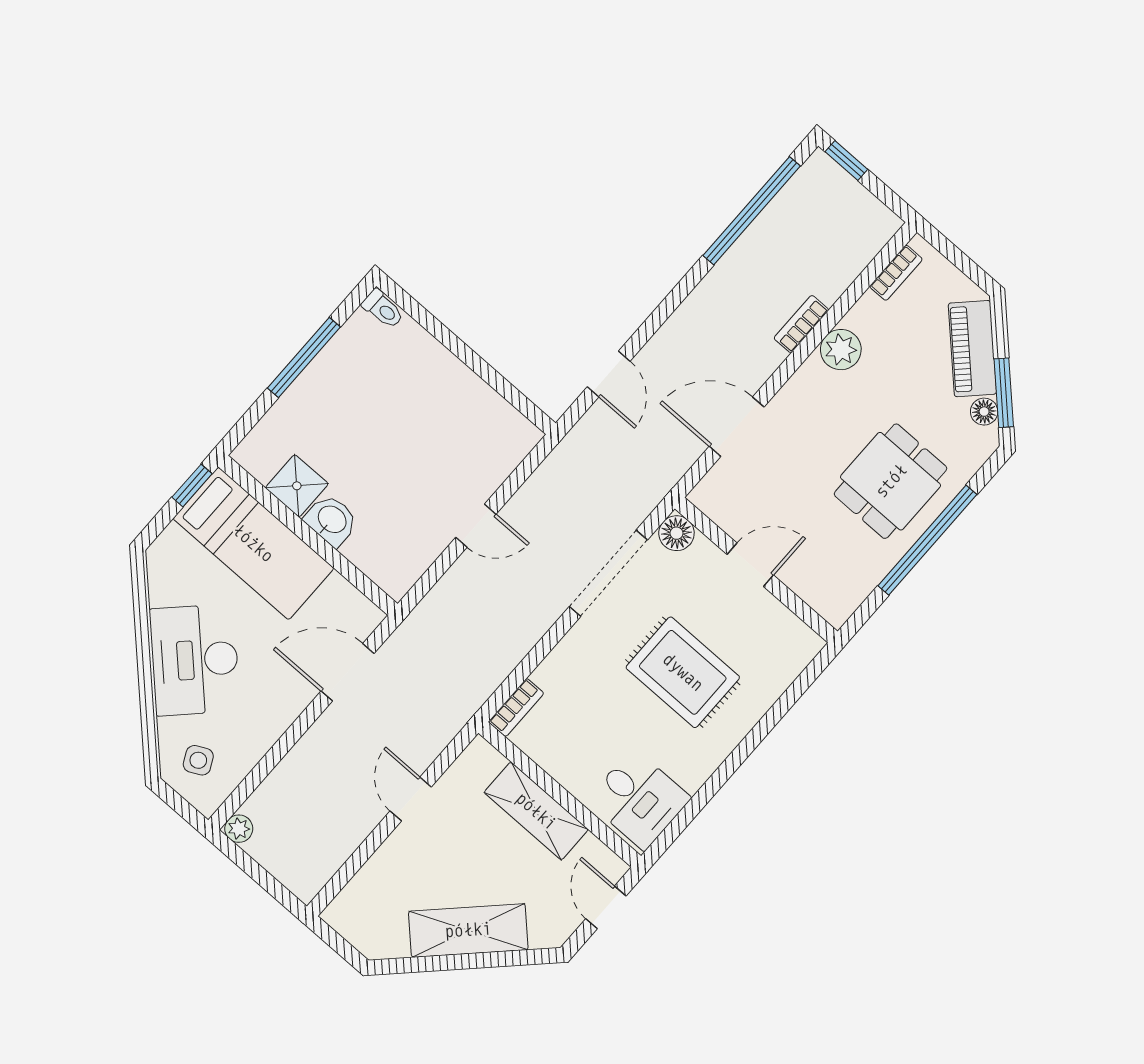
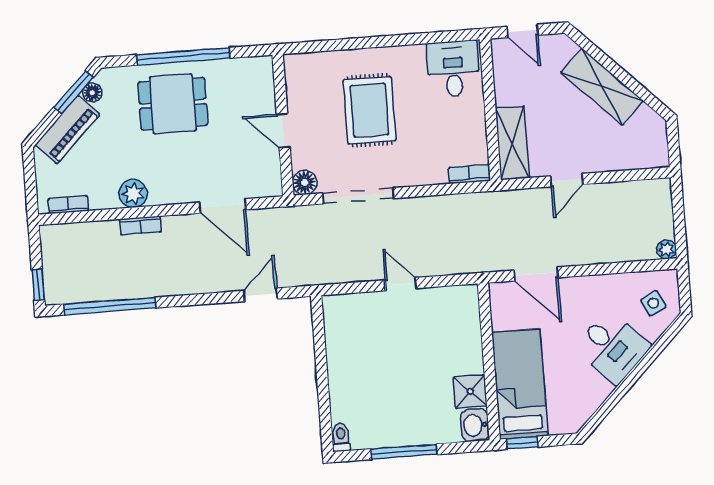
washbasin: (331, 520) -> (475, 425), moved
desk: (195, 660) -> (613, 347), width x0.73
shelving: (536, 811) -> (512, 143), moved
door: (606, 907) -> (522, 31), hinge flipped

